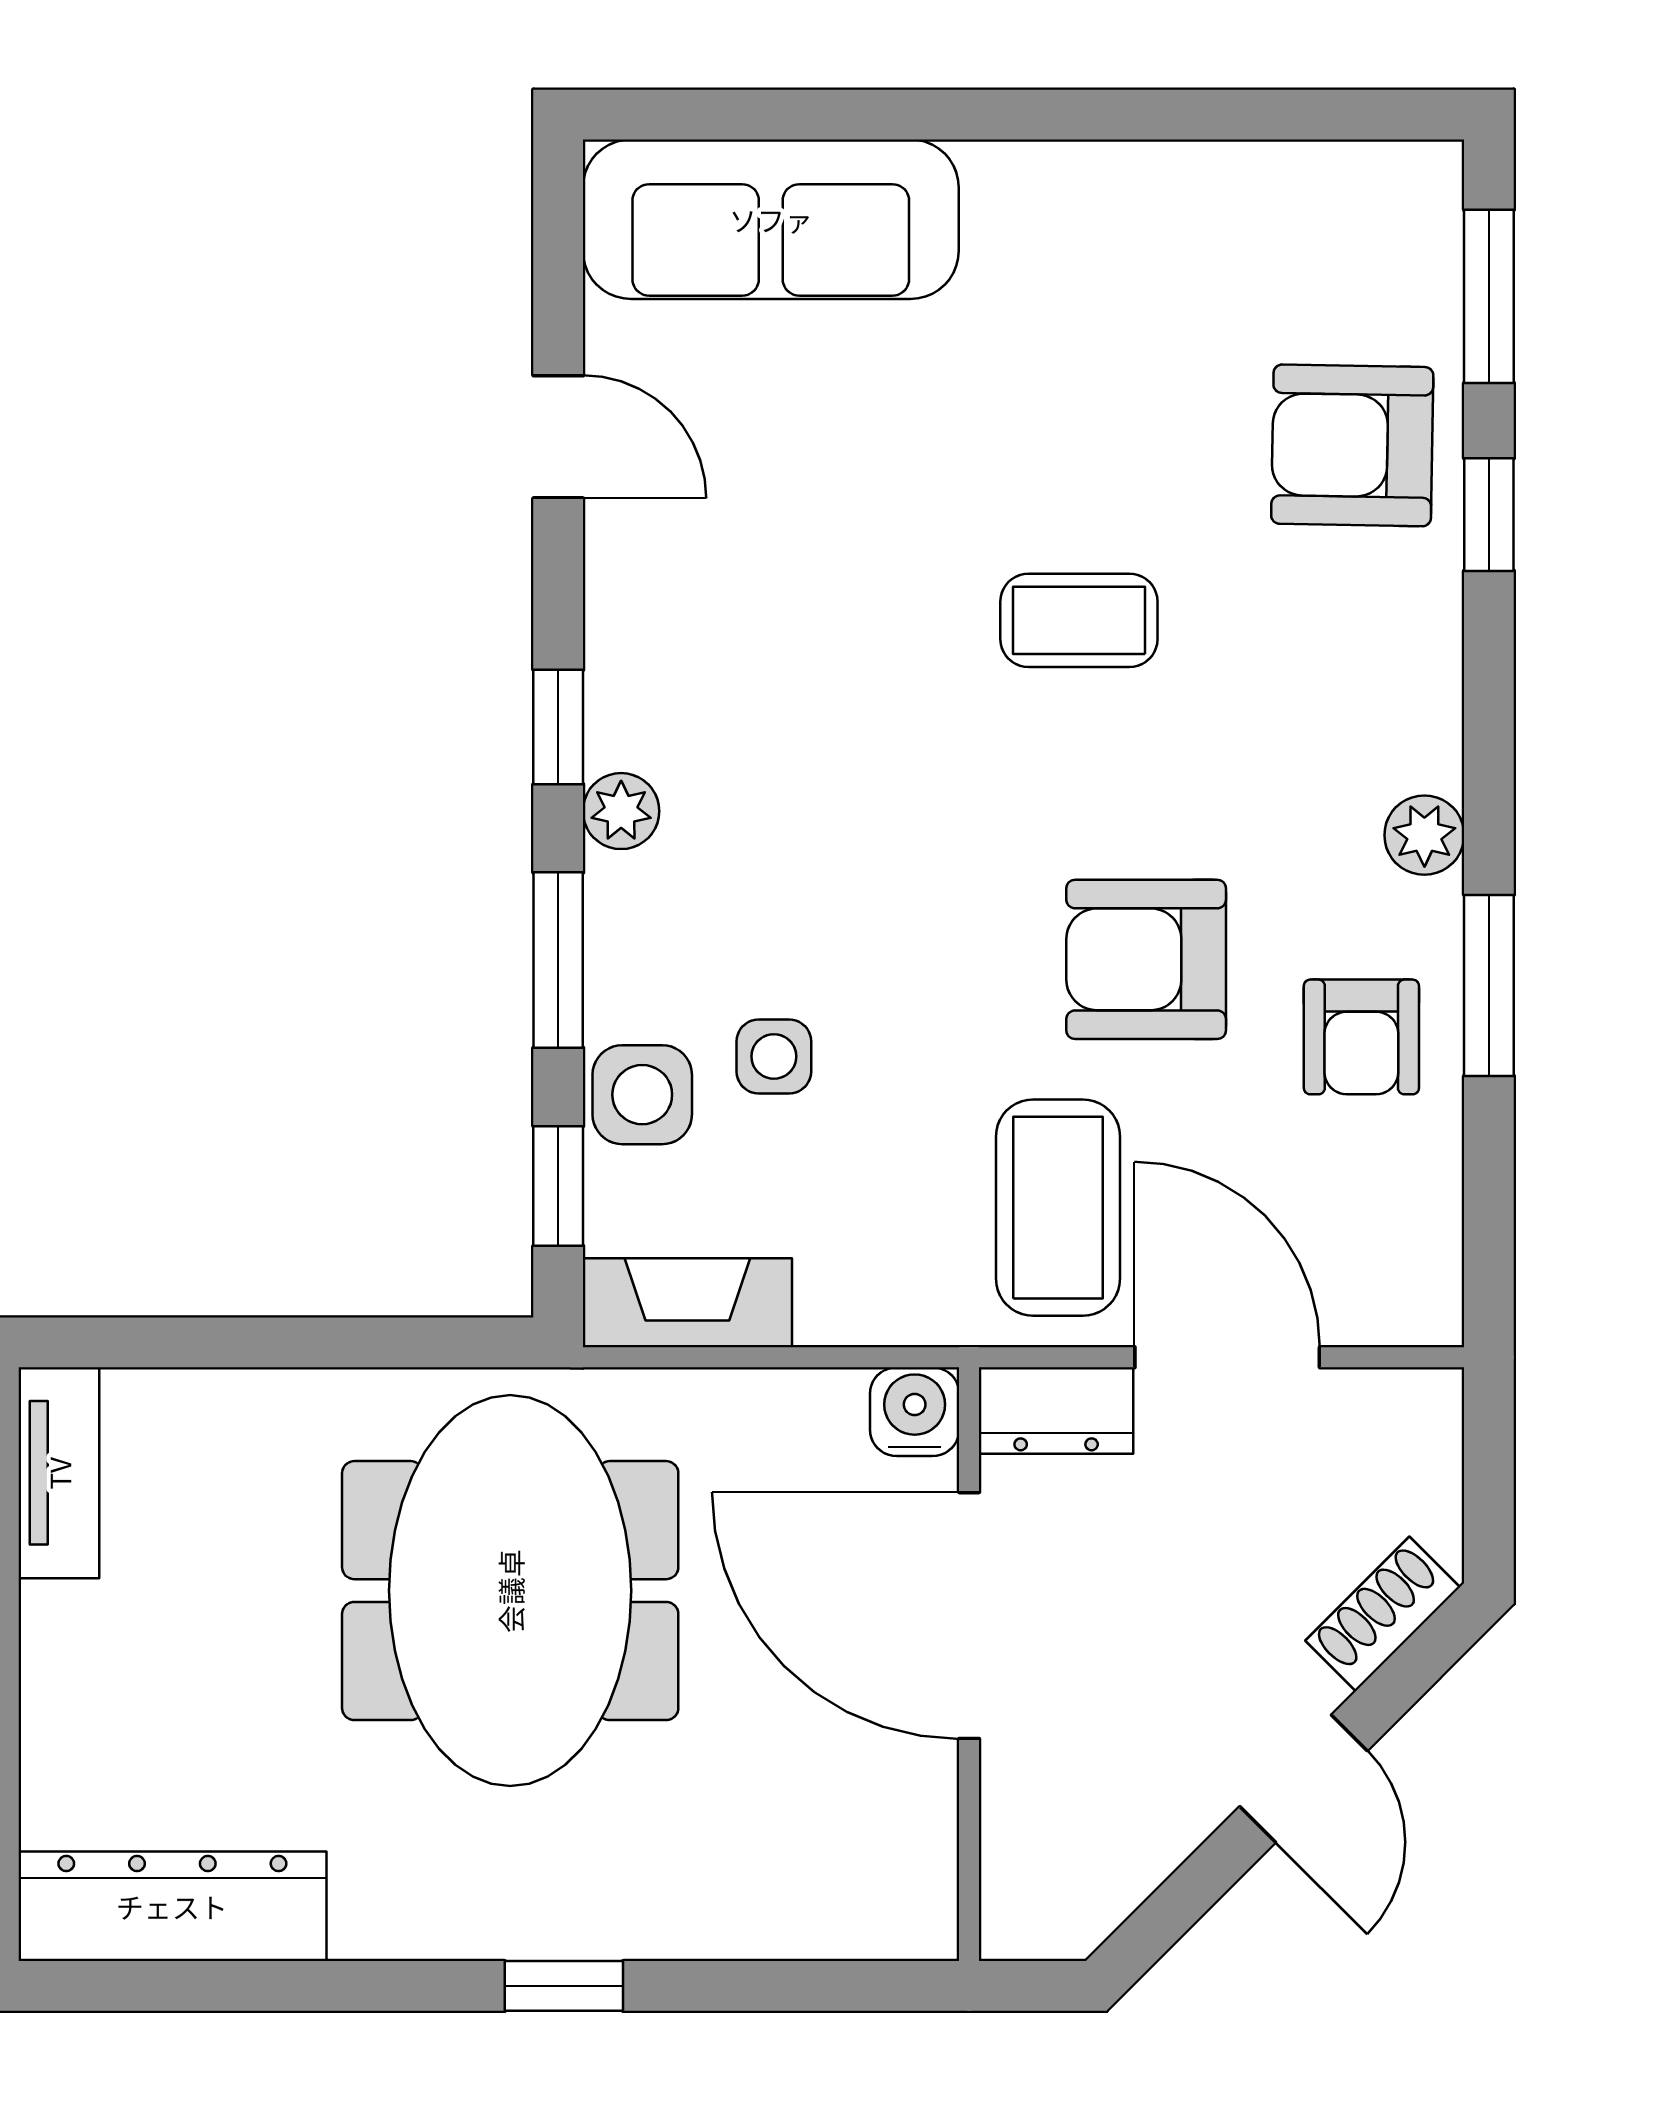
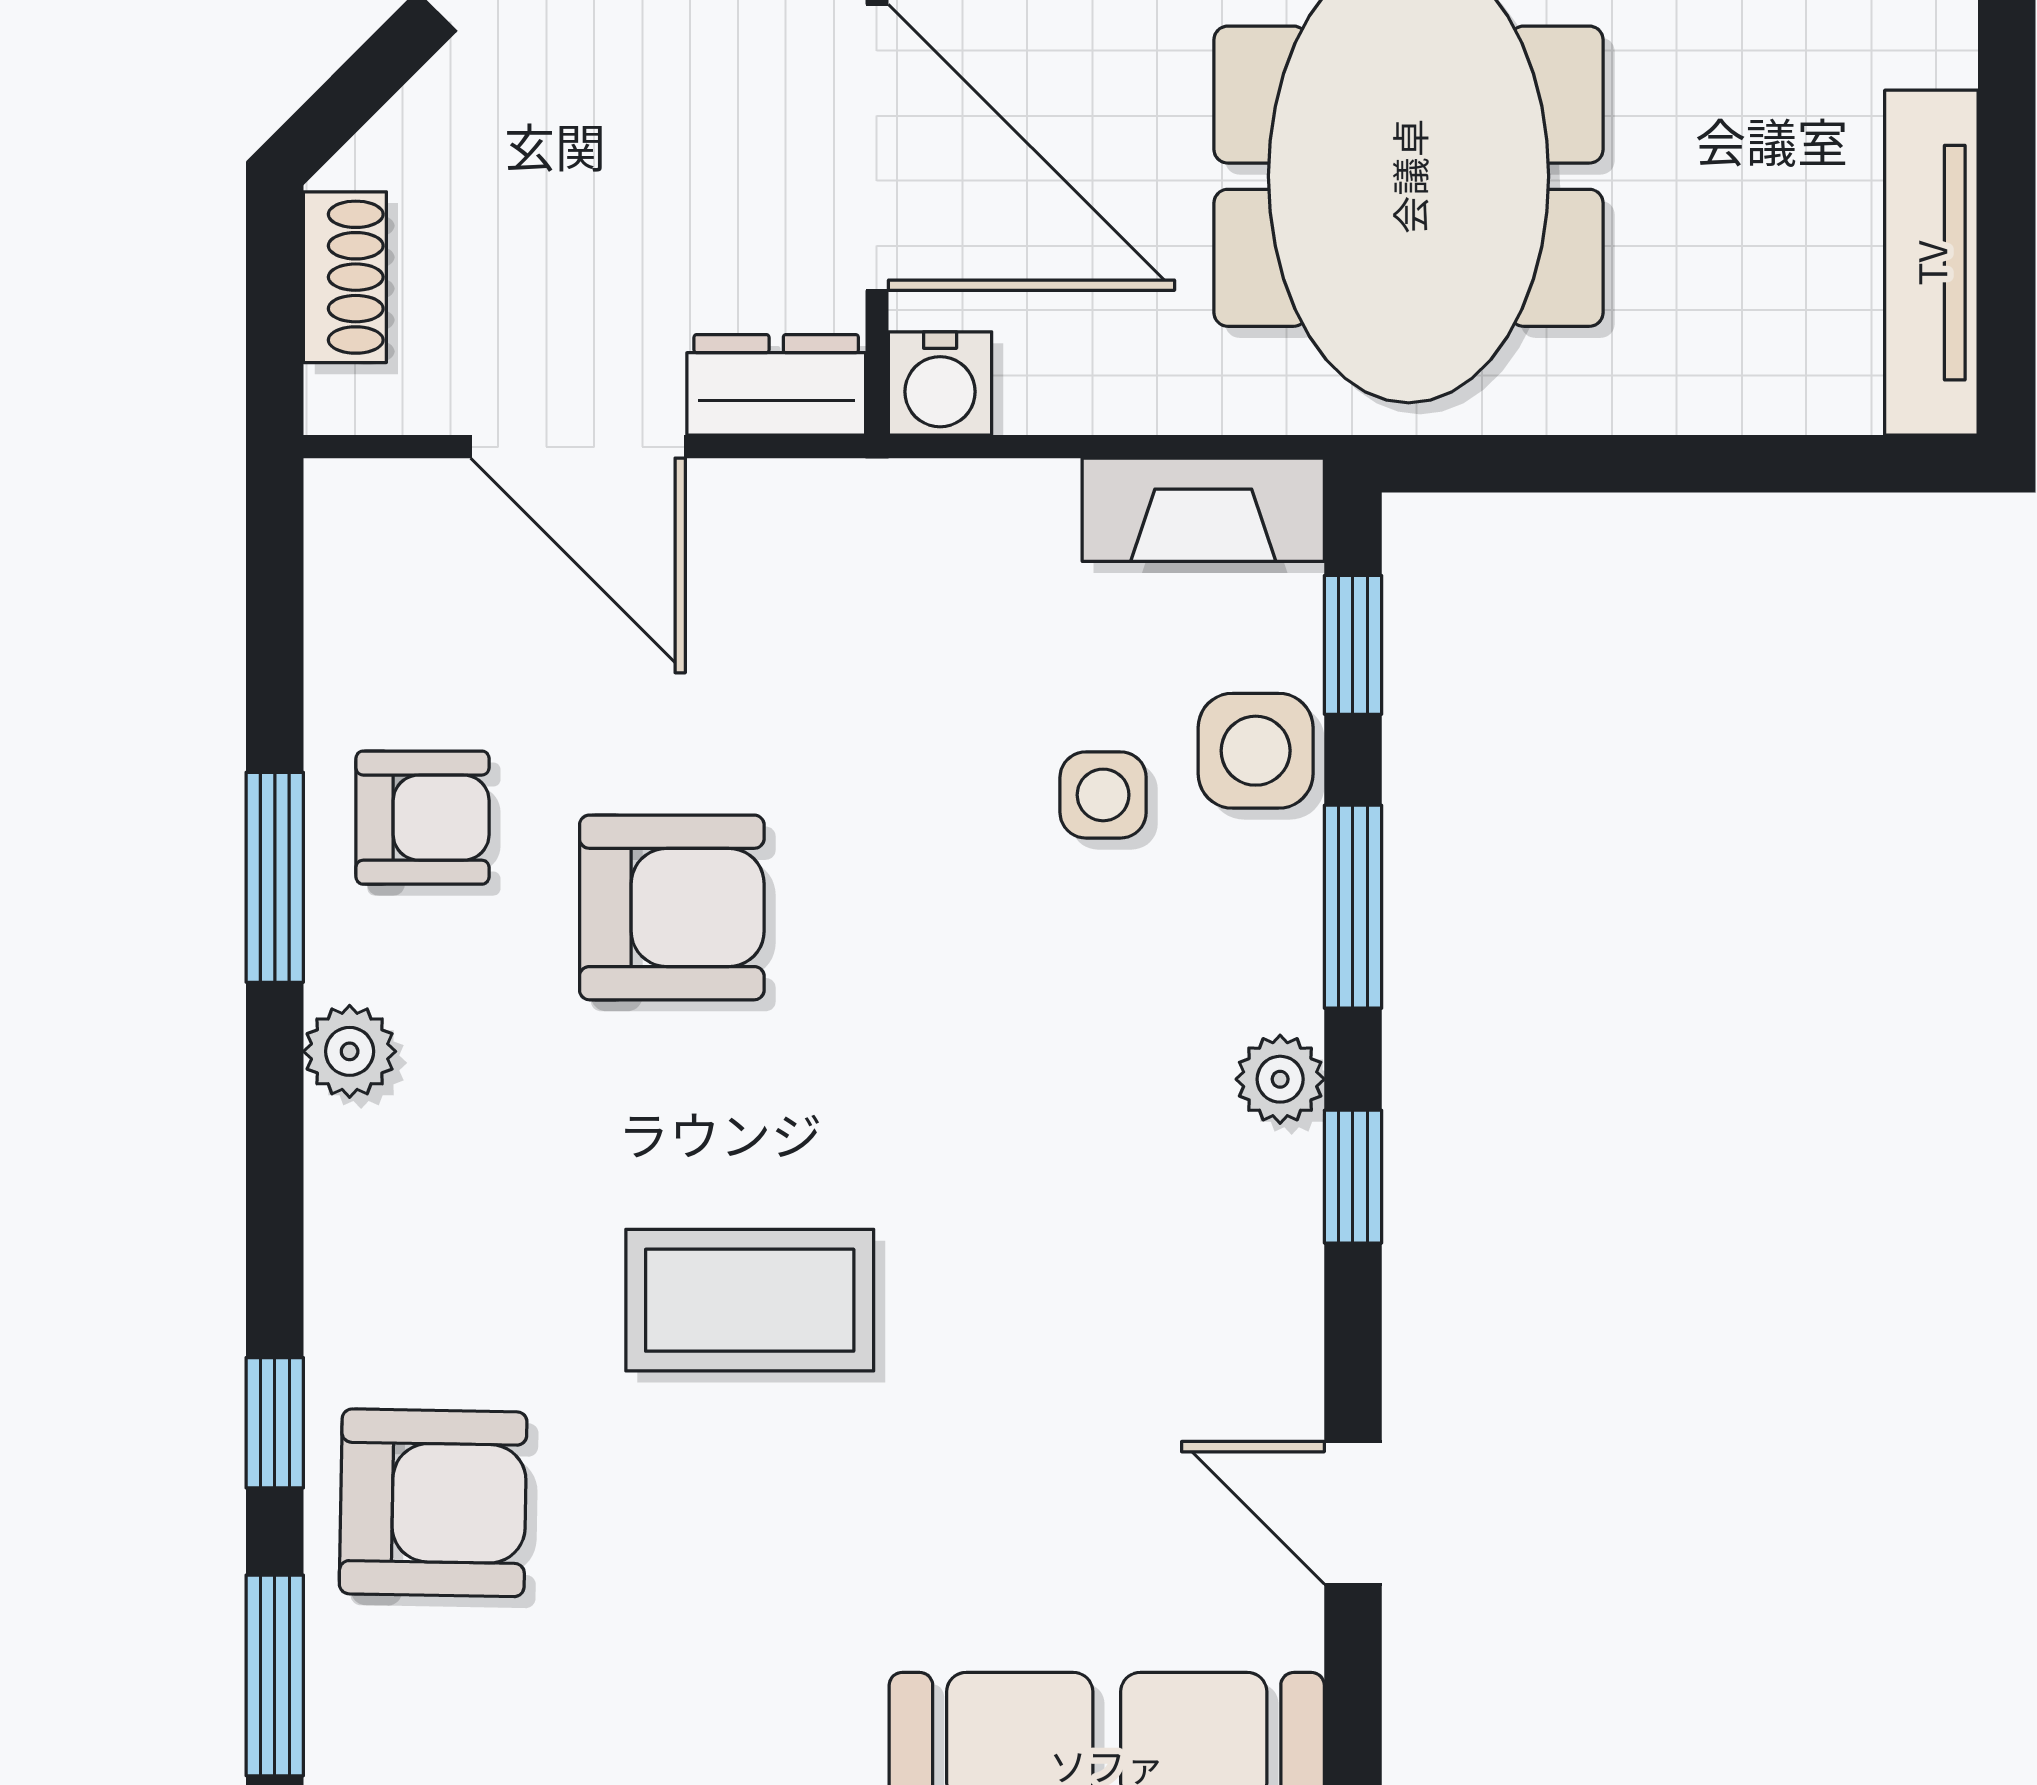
coffee table: (1079, 620) -> (750, 1300), width x1.36, depth x1.30
armchair: (1361, 1037) -> (422, 818), turned 90
coffee table: (1058, 1208) -> (774, 620), removed
tv unit: (59, 1473) -> (1931, 263), width x1.41
shoe rack: (1383, 1614) -> (345, 277), moved, turned -45

